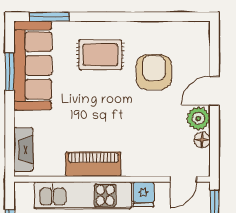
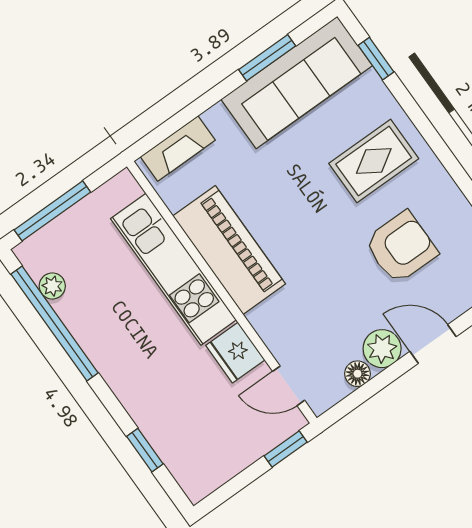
window: (49, 17) -> (376, 59), width x0.67
rug: (100, 55) -> (374, 161), turned 90
piano: (93, 164) -> (229, 250), width x1.37, depth x1.33
fridge: (143, 194) -> (235, 353), width x1.38

